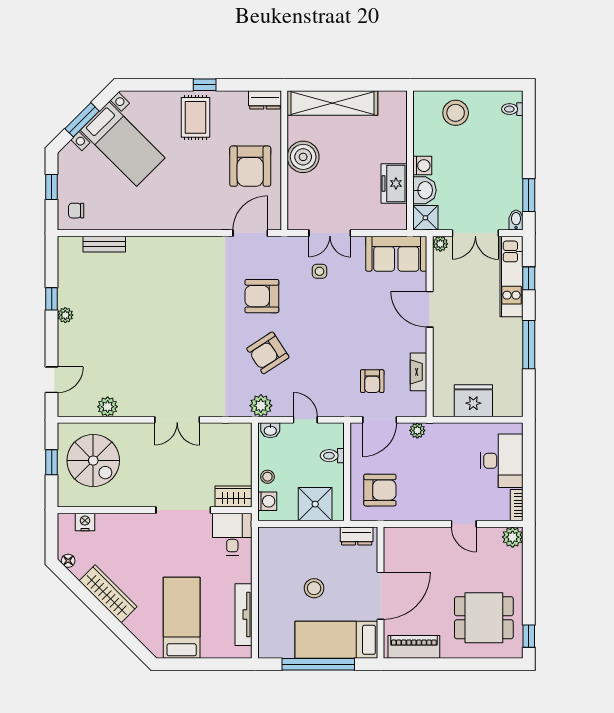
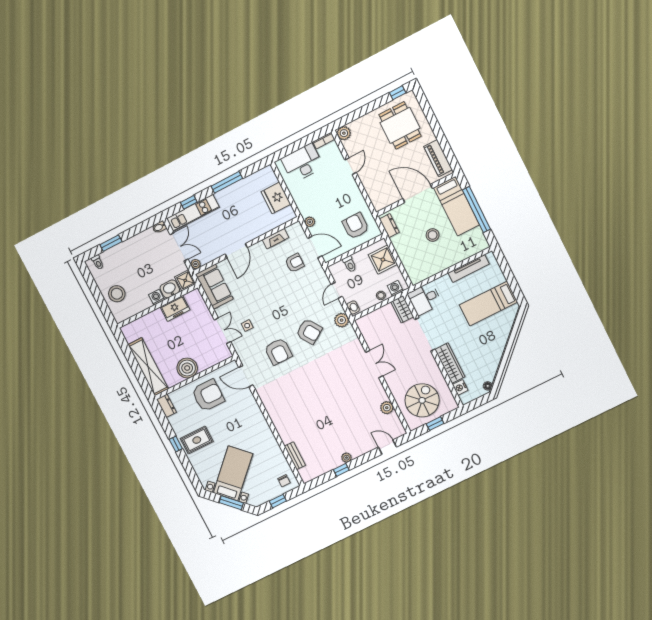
window: (529, 195) -> (111, 243), moved
wardrobe: (108, 594) -> (450, 363), moved, turned 135

